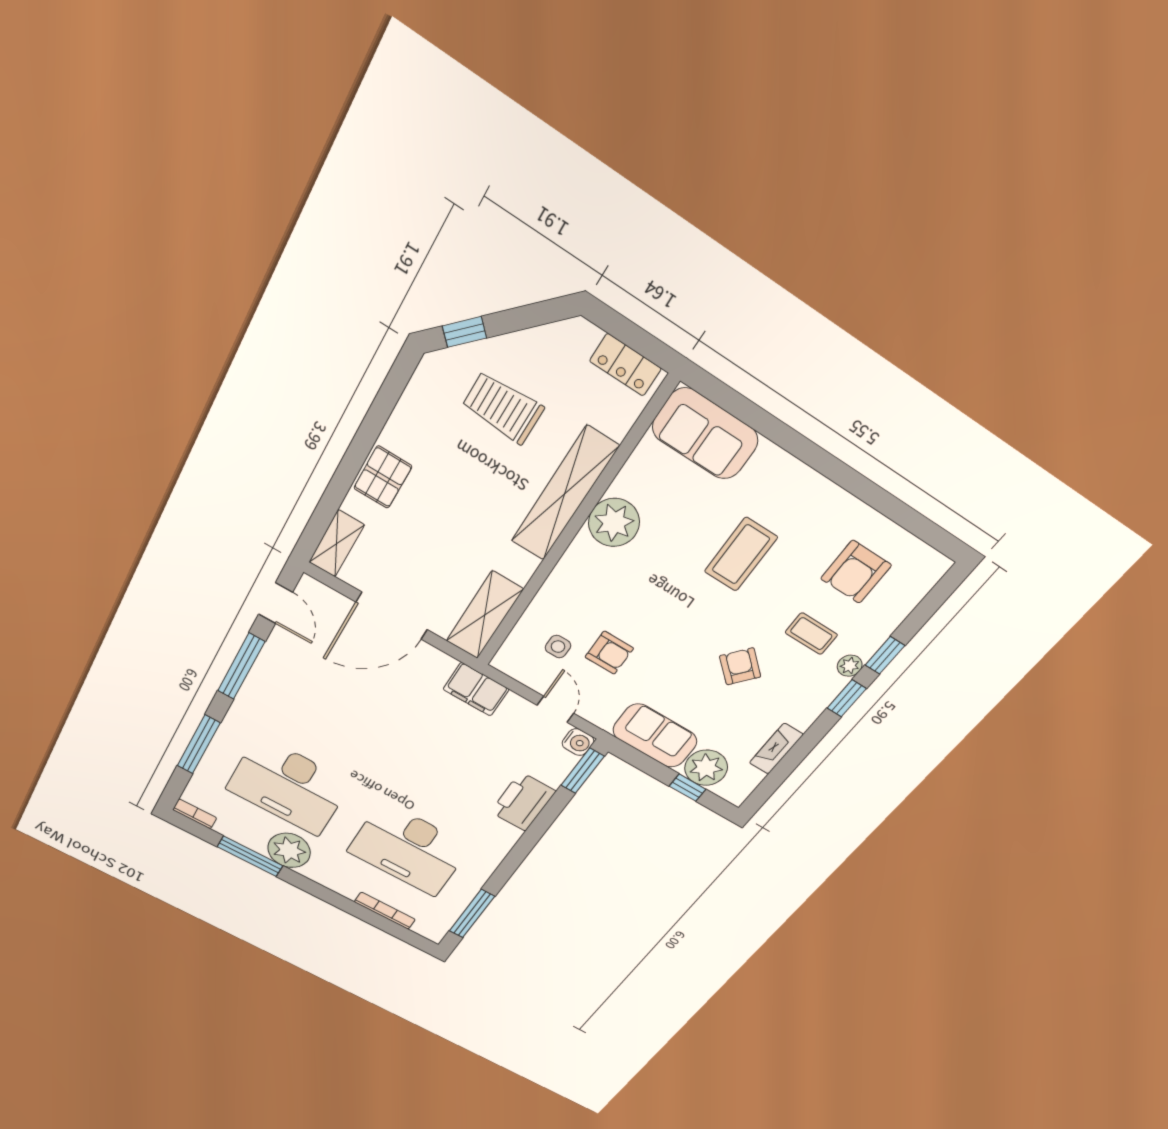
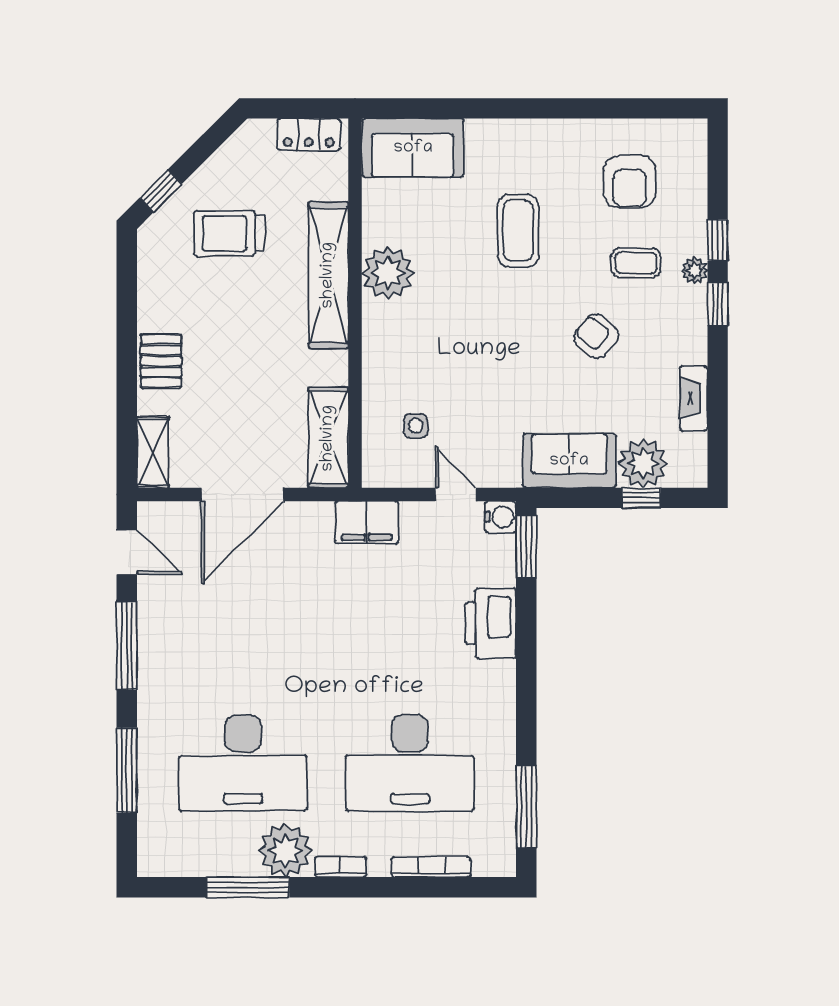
armchair: (609, 653) -> (467, 401), removed
bookcase: (195, 814) -> (341, 867), moved

